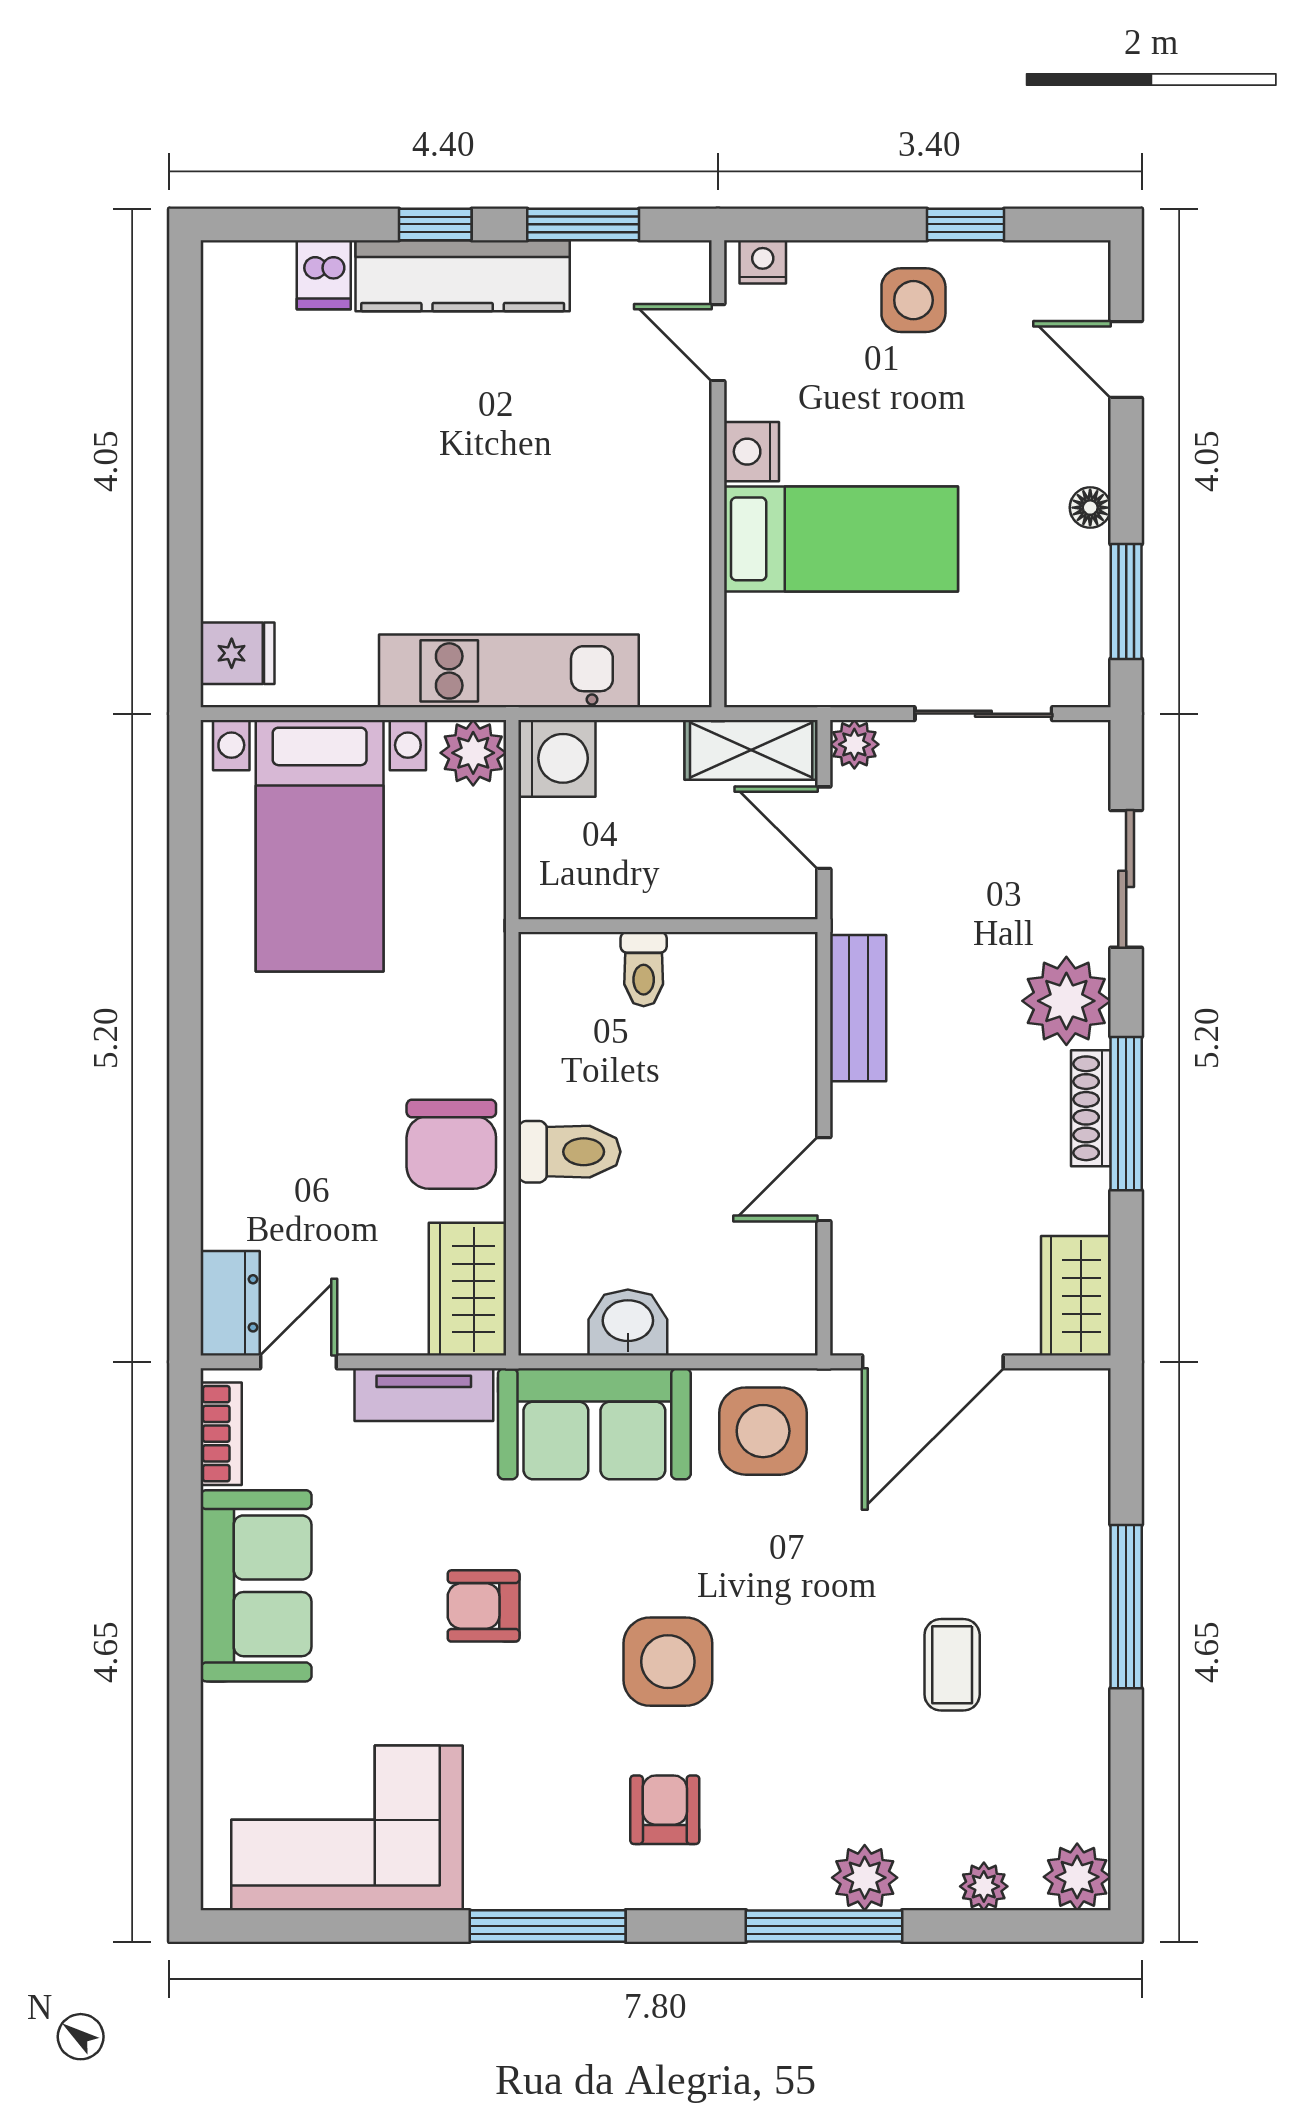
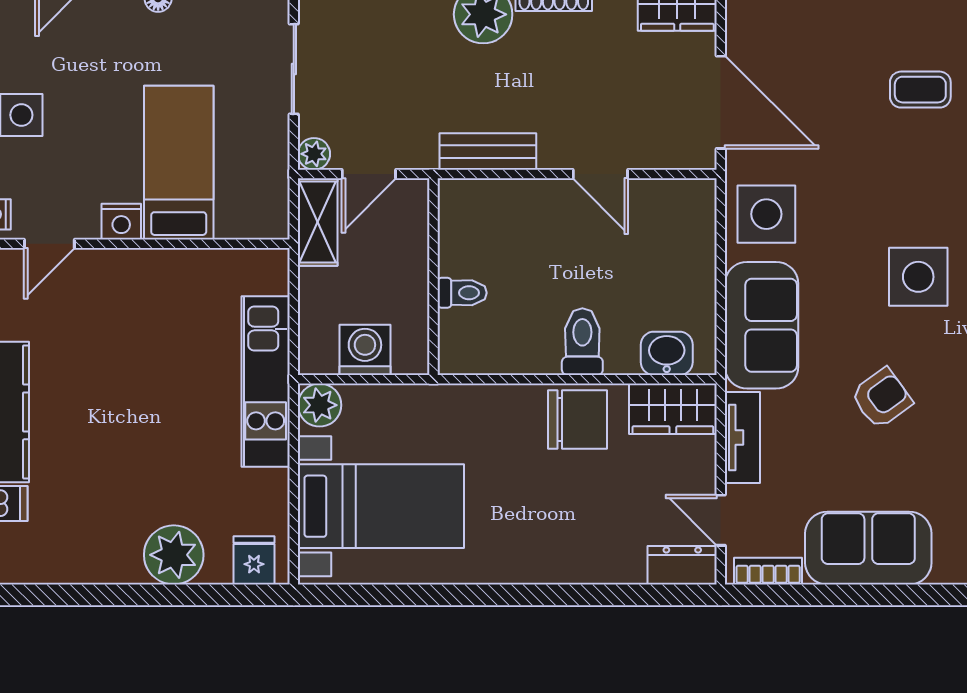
plant: (246, 531) -> (174, 555), added
washing machine: (557, 758) -> (365, 350), moved
washbasin: (628, 1323) -> (667, 353), moved, turned 90
armchair: (484, 1606) -> (882, 398), turned -126

